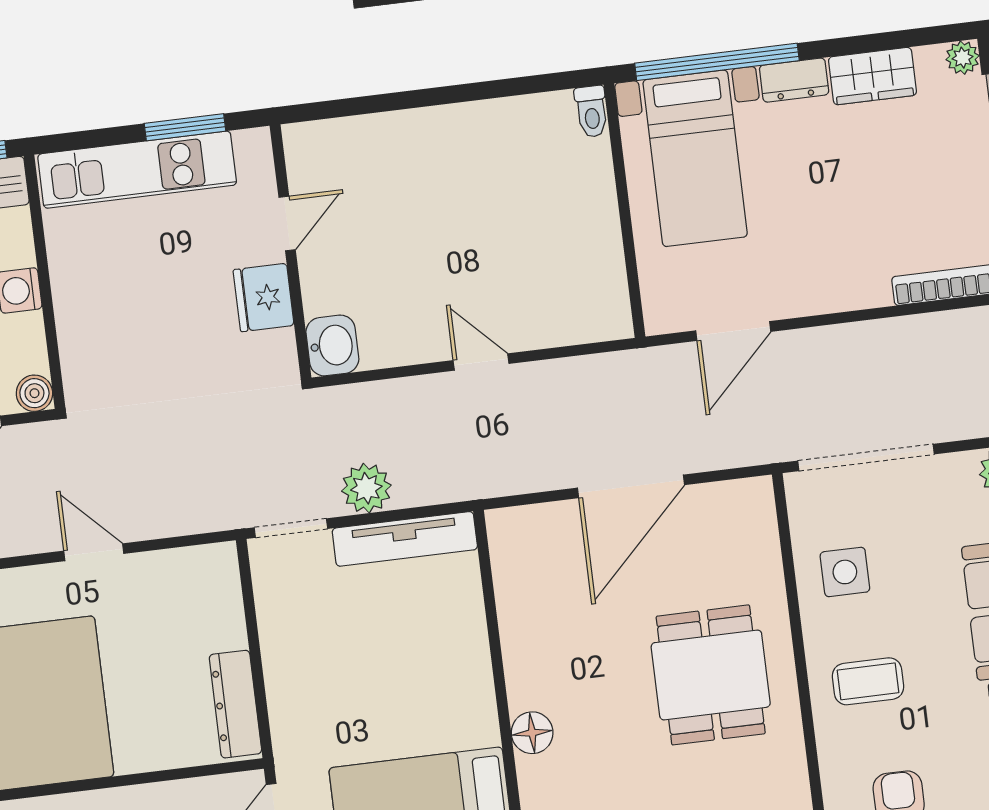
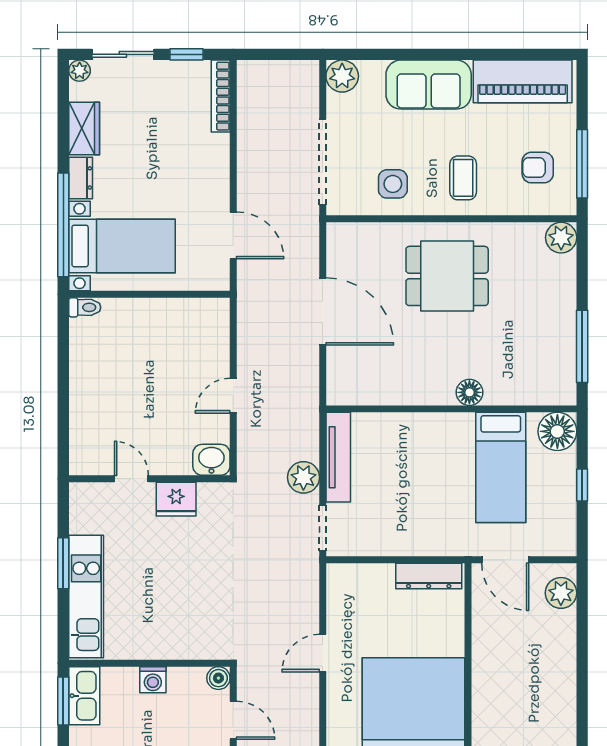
door: (287, 223) -> (131, 479), moved
wall: (291, 252) -> (149, 479), moved
fridge: (264, 298) -> (176, 499), moved
washbasin: (332, 345) -> (211, 460), moved

